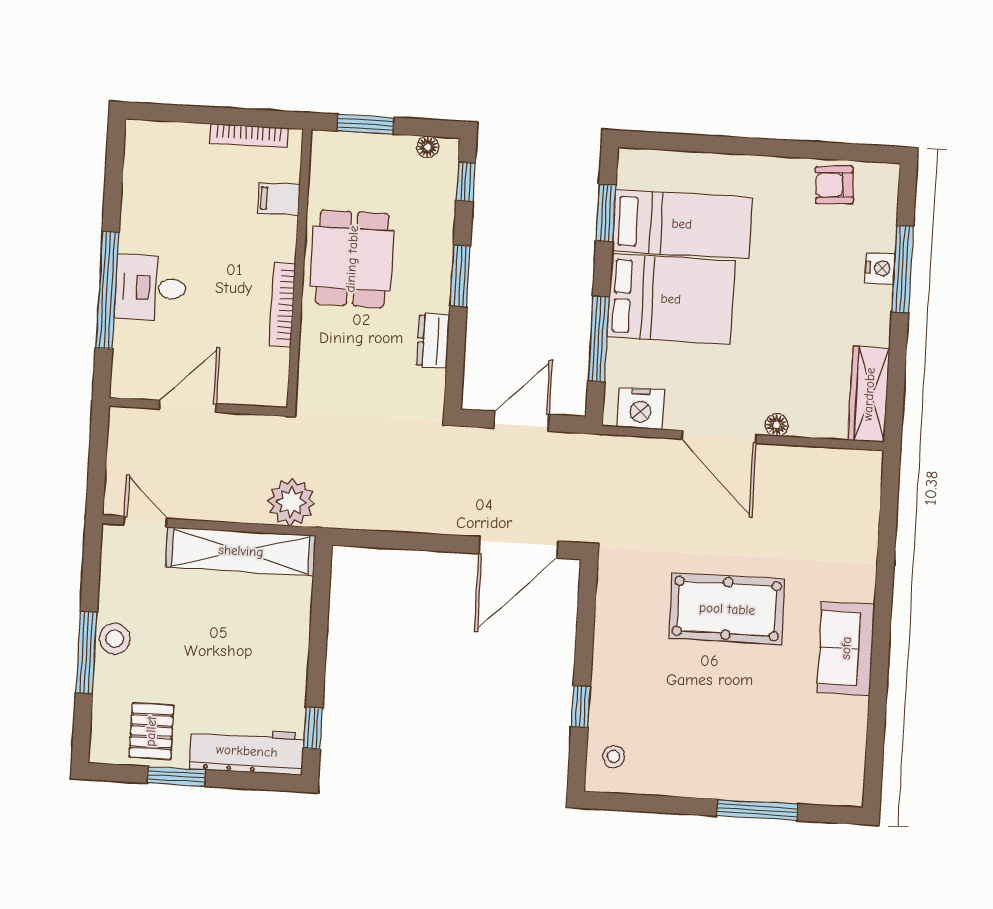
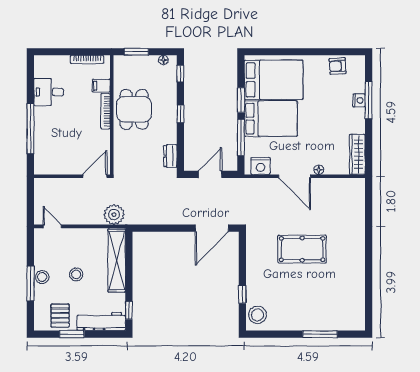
window: (606, 213) -> (241, 100), moved
bed: (682, 224) -> (274, 80), width x1.50
window: (460, 276) -> (180, 114), width x0.67
desk: (150, 288) -> (49, 92), moved
bookcase: (283, 304) -> (105, 111), moved
dresser: (433, 341) -> (170, 156), moved
door: (188, 406) -> (95, 176), moved
shelving: (241, 551) -> (117, 261), moved, turned 90
stool: (195, 637) -> (76, 274), added
sofa: (846, 648) -> (354, 263), removed
stool: (614, 757) -> (257, 315), width x1.89, depth x1.89

